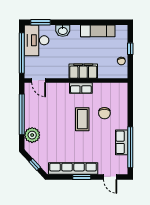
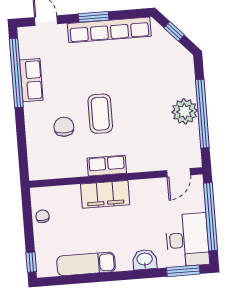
window: (130, 49) -> (31, 262), moved
door: (39, 81) -> (179, 173), swing flipped
plant: (32, 135) -> (185, 111), moved

